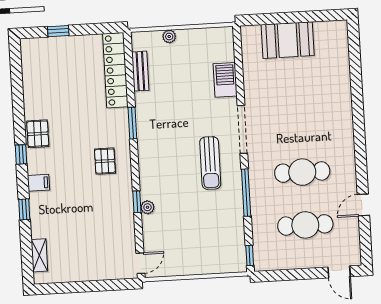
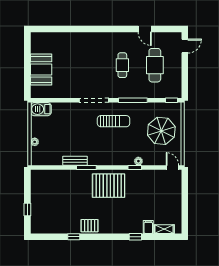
locker: (115, 70) -> (53, 176), removed
bench: (140, 71) -> (75, 161), moved
barbecue: (225, 80) -> (41, 109), moved
window: (21, 154) -> (74, 237), moved
pallet: (105, 161) -> (109, 186), width x2.05, depth x2.00
cafe table: (302, 172) -> (122, 65), width x0.73, depth x0.74
filing cabinet: (38, 183) -> (148, 227), moved
parasol: (199, 242) -> (161, 131), added

